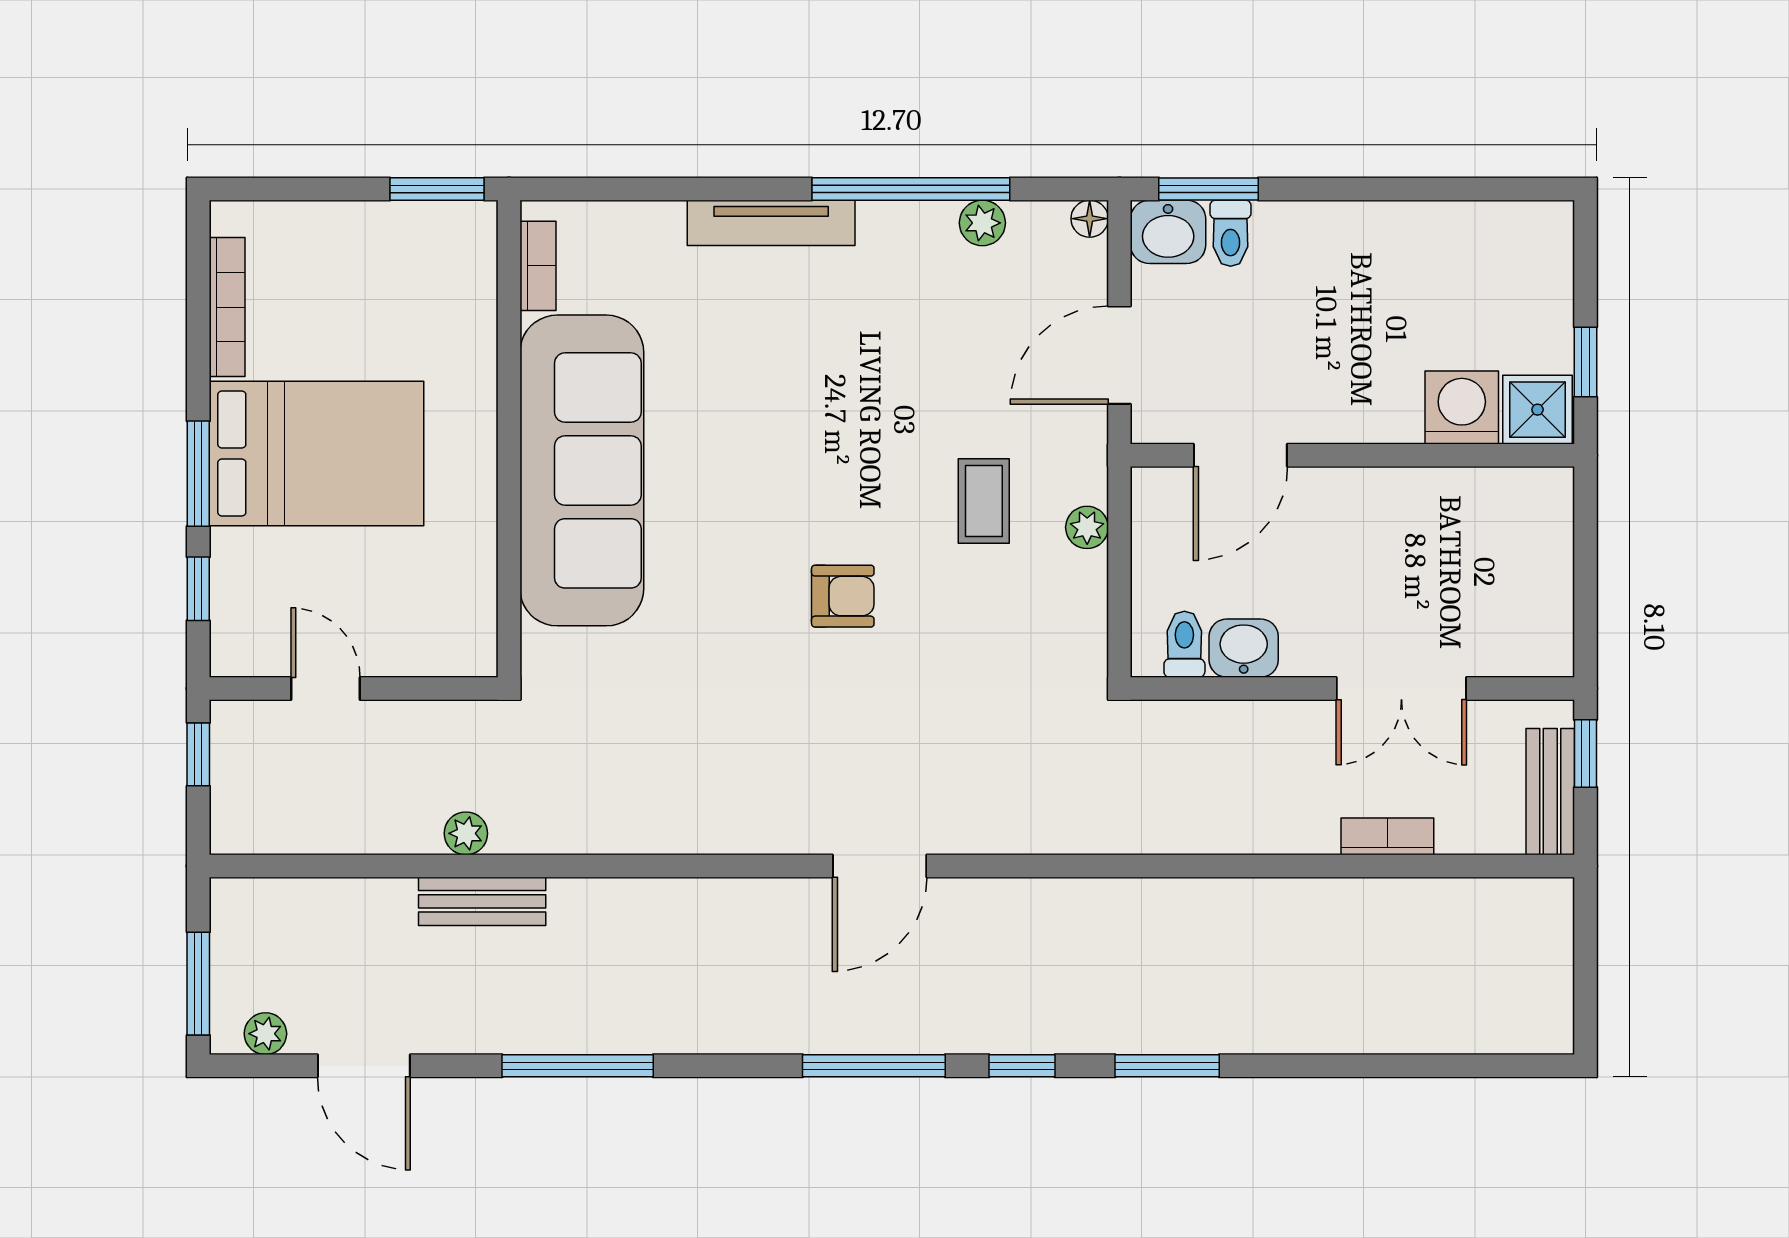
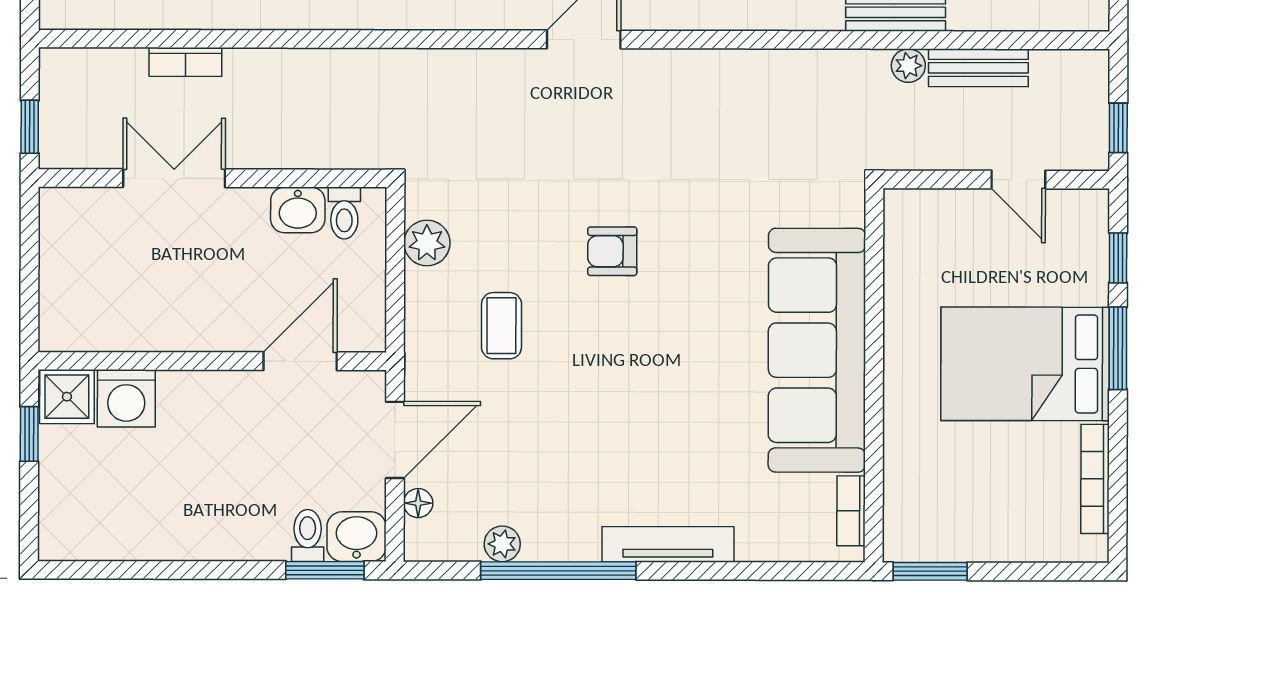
floor lamp: (1090, 219) -> (418, 503), moved
plant: (1087, 527) -> (427, 243), moved, width x1.38, depth x1.38
bench: (1550, 792) -> (978, 68), moved, turned 90

